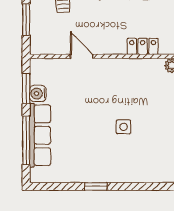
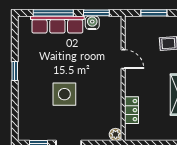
door: (82, 56) -> (123, 59), hinge flipped
side table: (124, 127) -> (64, 94), width x1.87, depth x1.87

